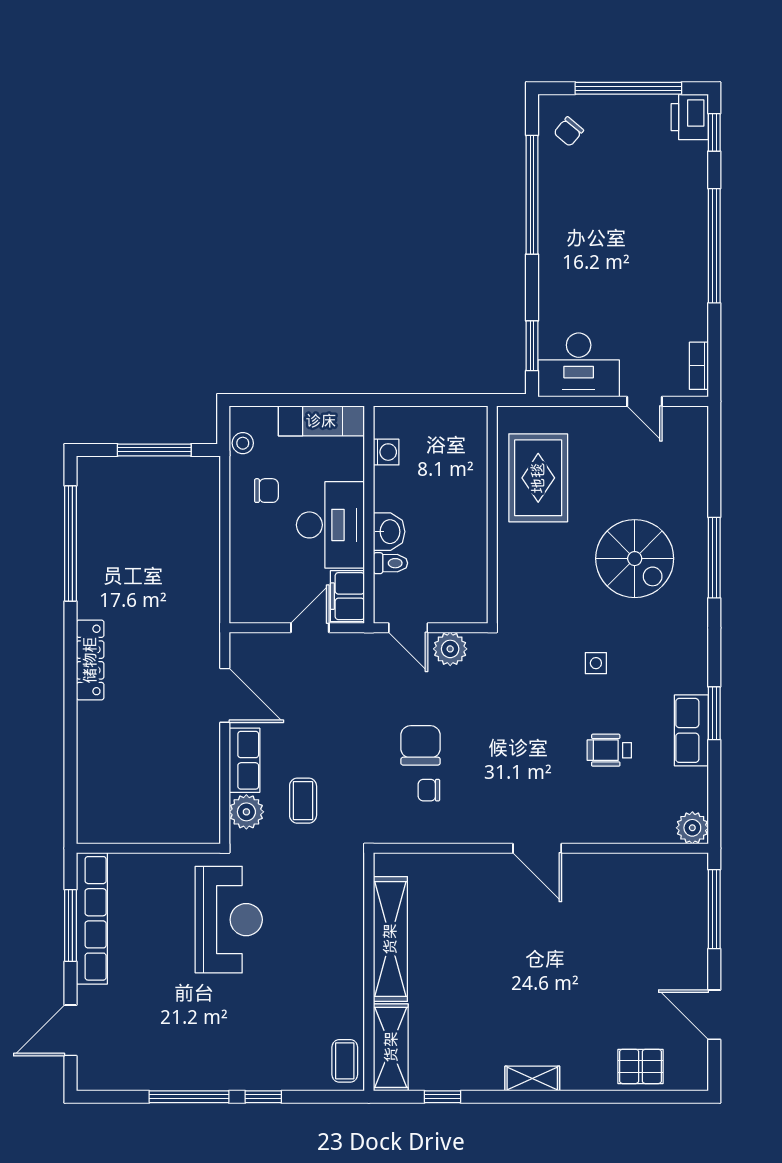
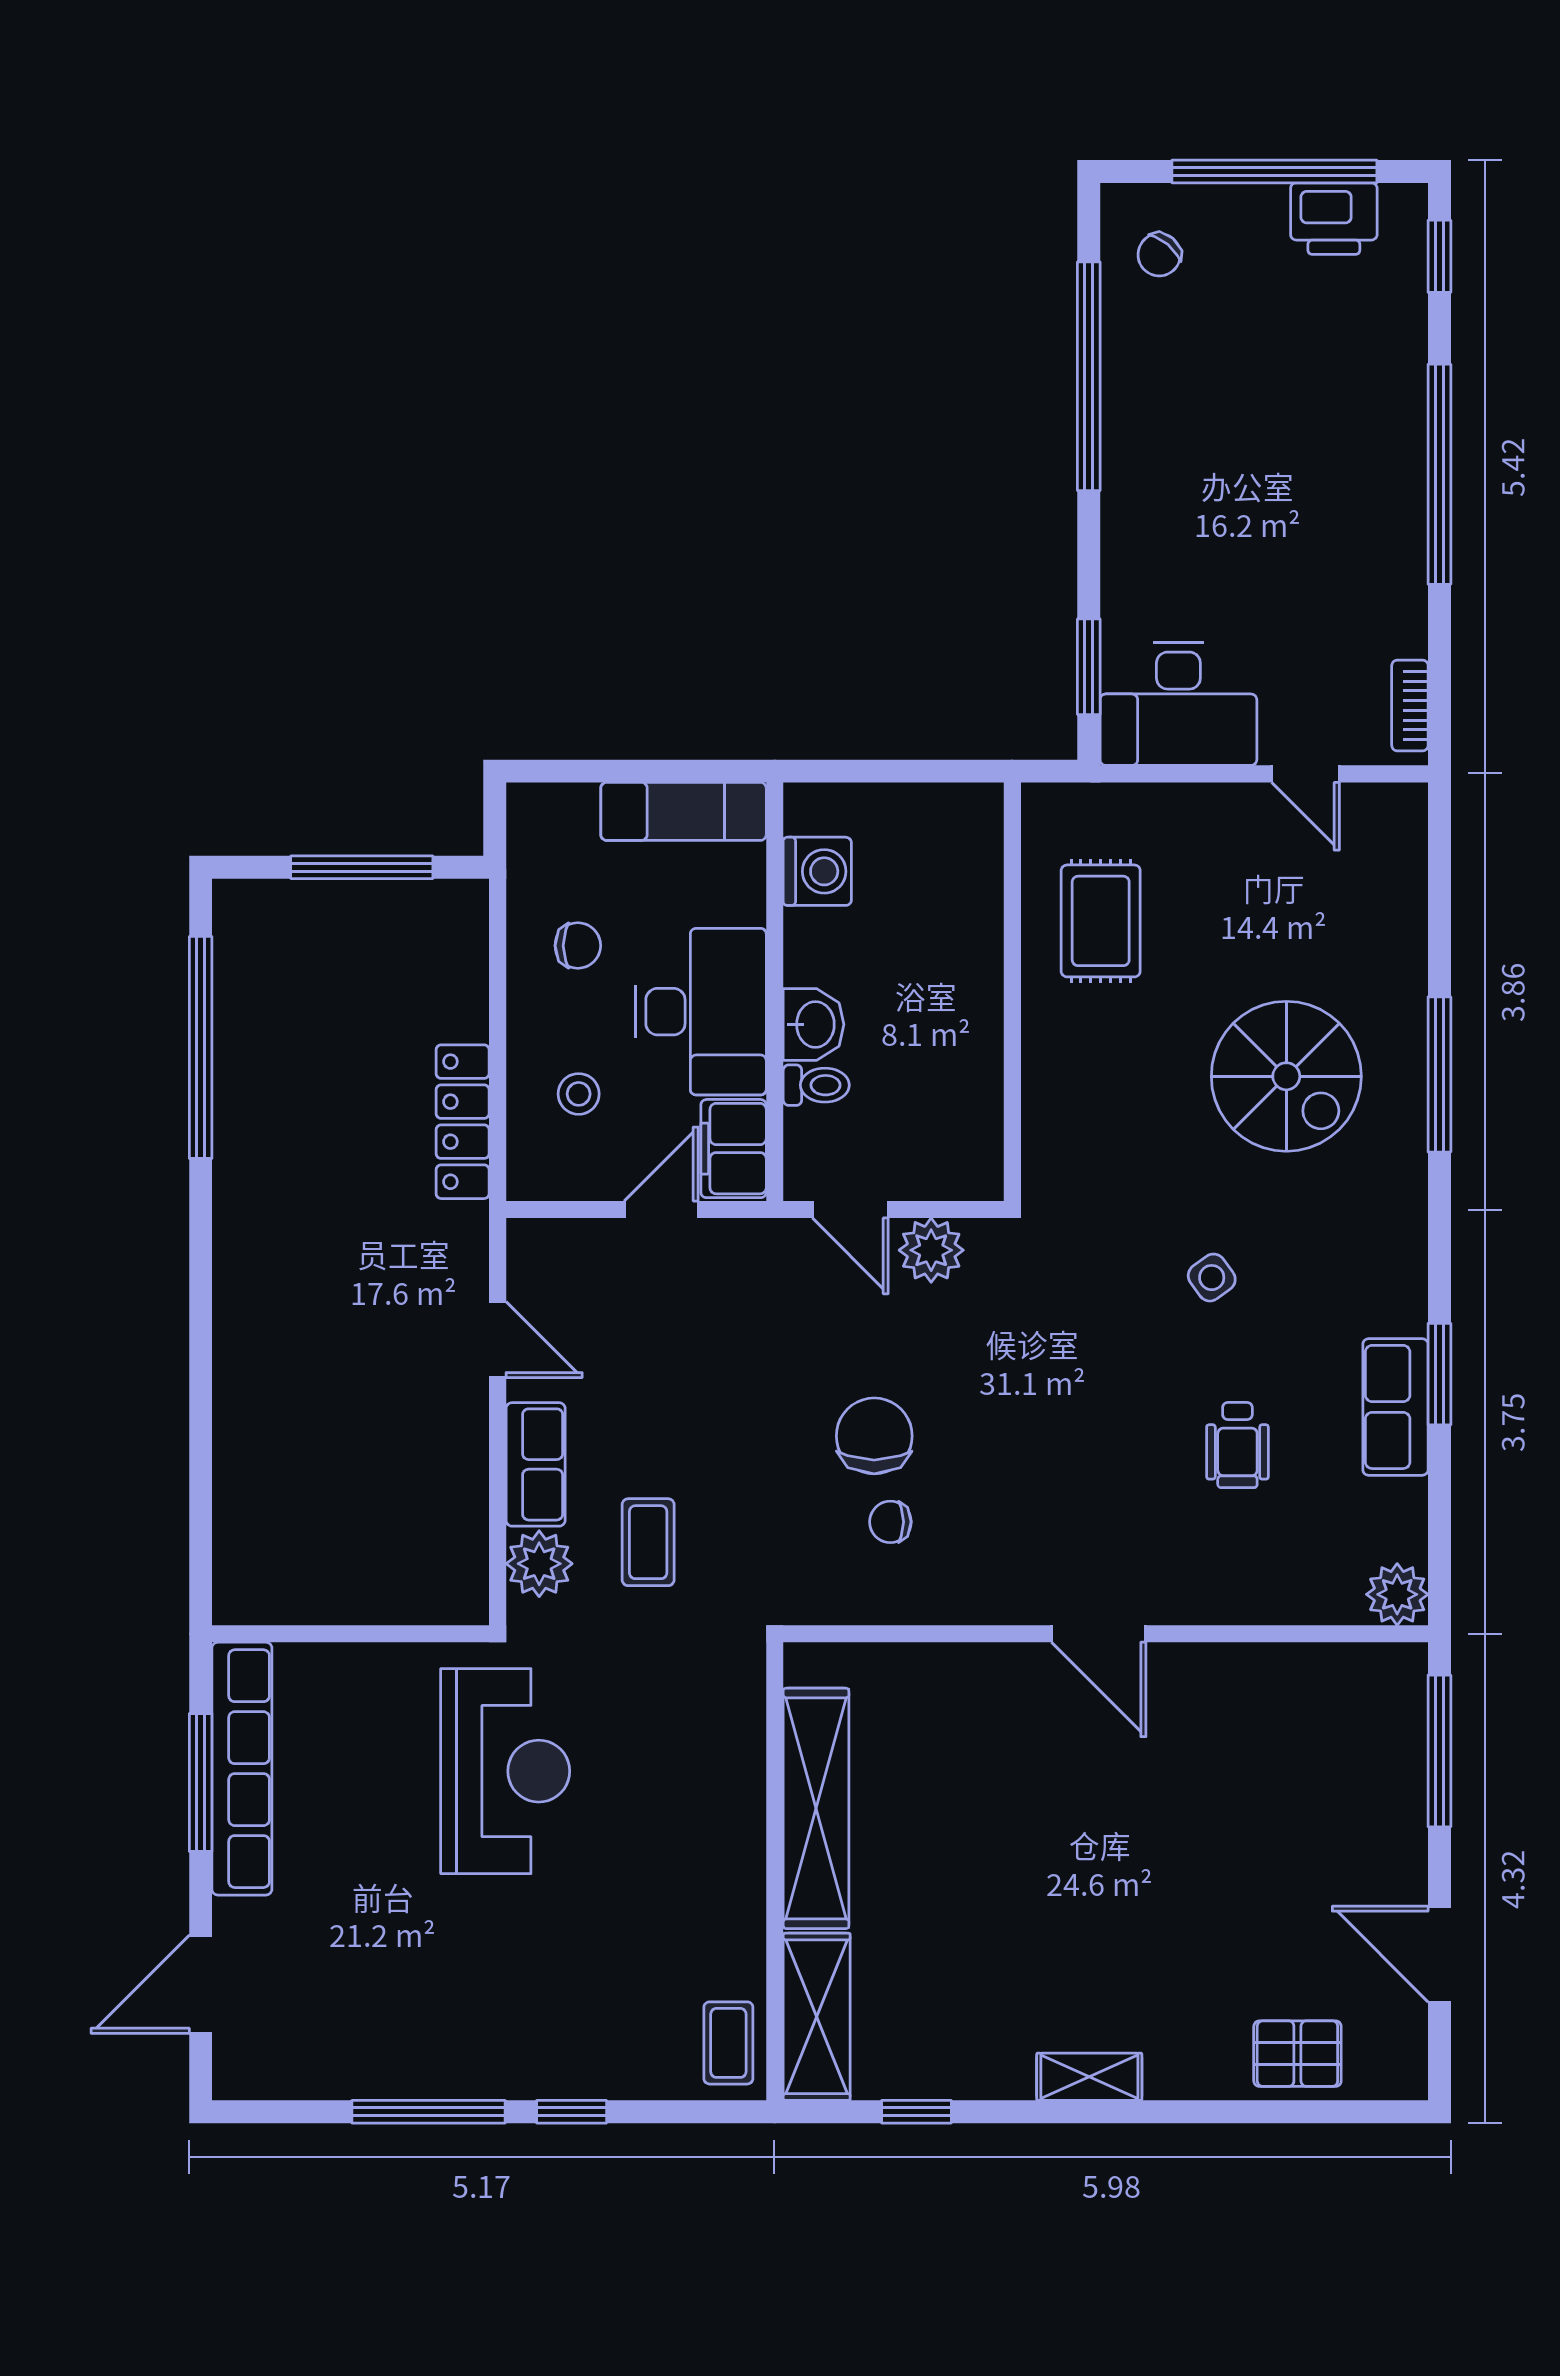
printer: (690, 117) -> (1334, 219), moved, turned -90
stool: (243, 443) -> (579, 1094), moved
washing machine: (386, 452) -> (817, 871), width x1.38, depth x1.38
rug: (538, 478) -> (1101, 921), width x0.73, depth x0.70
locker: (90, 660) -> (463, 1122), moved, turned 180
side table: (596, 663) -> (1212, 1278), turned -36
door: (225, 695) -> (498, 1340), width x0.73
wheelchair: (609, 750) -> (1237, 1445), turned -90

